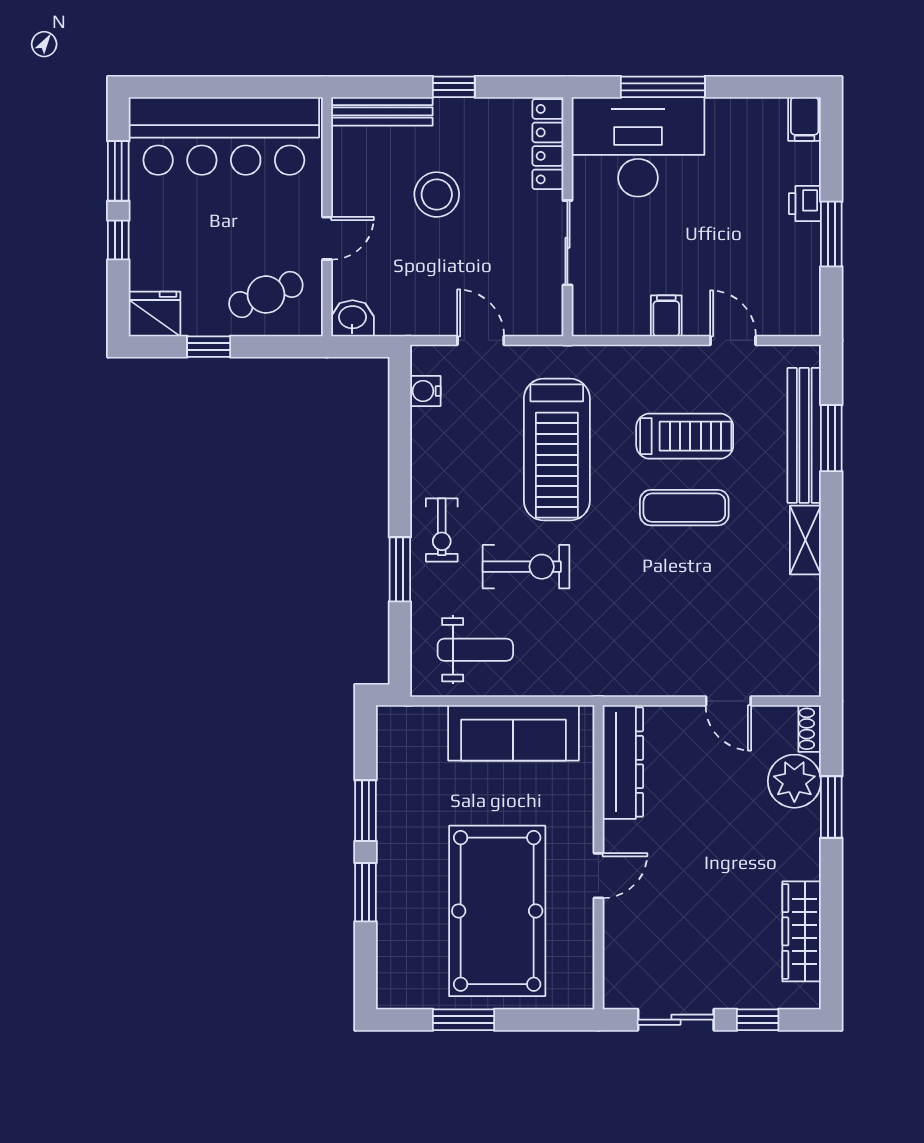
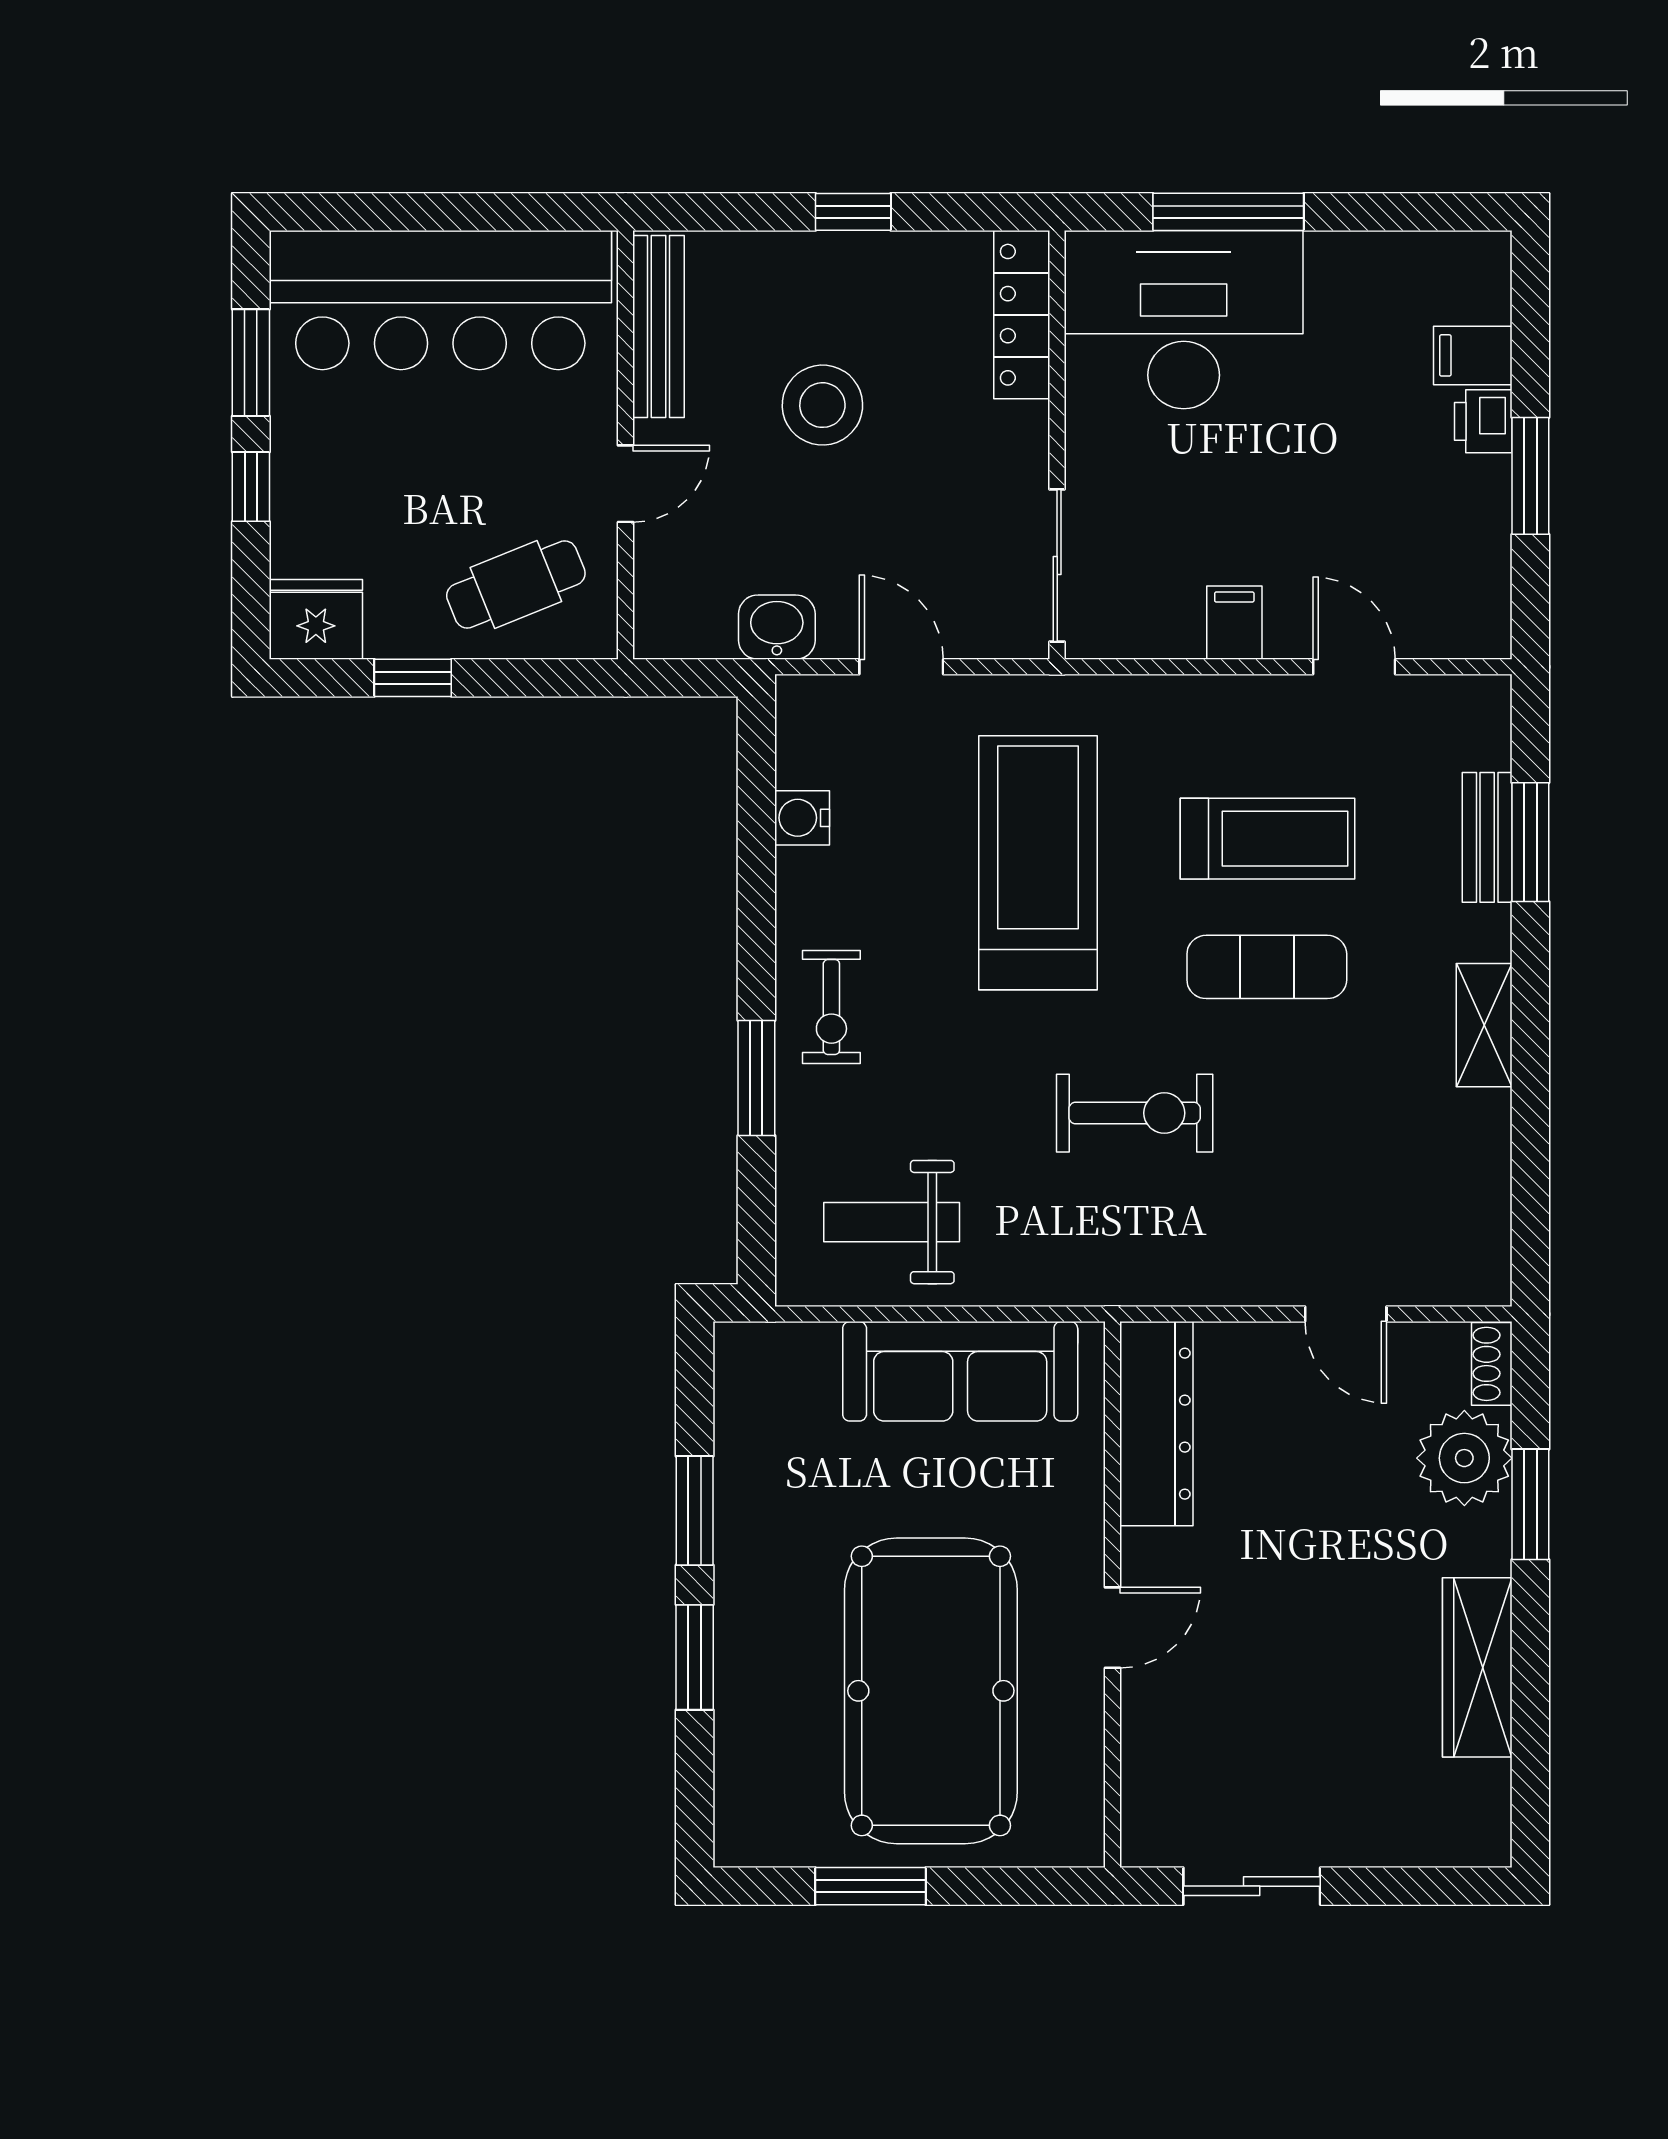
bench: (382, 111) -> (658, 326), moved, turned 90
filing cabinet: (805, 119) -> (1473, 355), moved, turned 90
sliding door: (567, 243) -> (1057, 566), moved
washbasin: (352, 318) -> (777, 627), moved
water cooler: (425, 391) -> (802, 818), moved
bench: (804, 435) -> (1487, 837), width x0.54, depth x0.82
treadmill: (557, 450) -> (1038, 863), turned 180
exercise bike: (526, 567) -> (1135, 1113), moved
weight bench: (475, 650) -> (892, 1222), turned 180
wardrobe: (802, 931) -> (1477, 1667), moved
window: (758, 1020) -> (1398, 1886), removed

